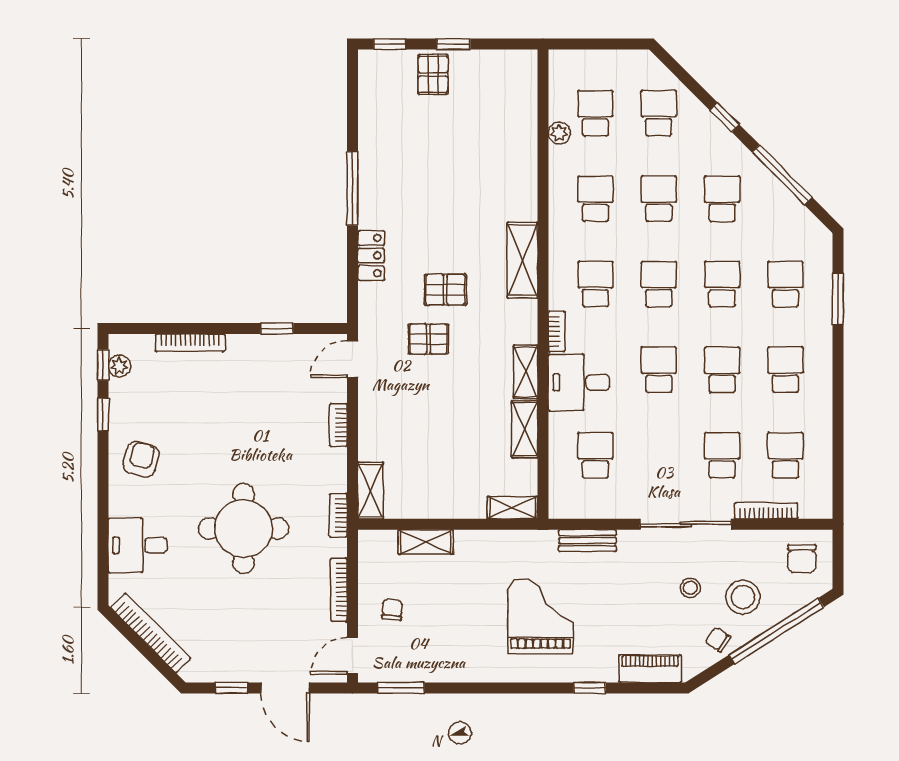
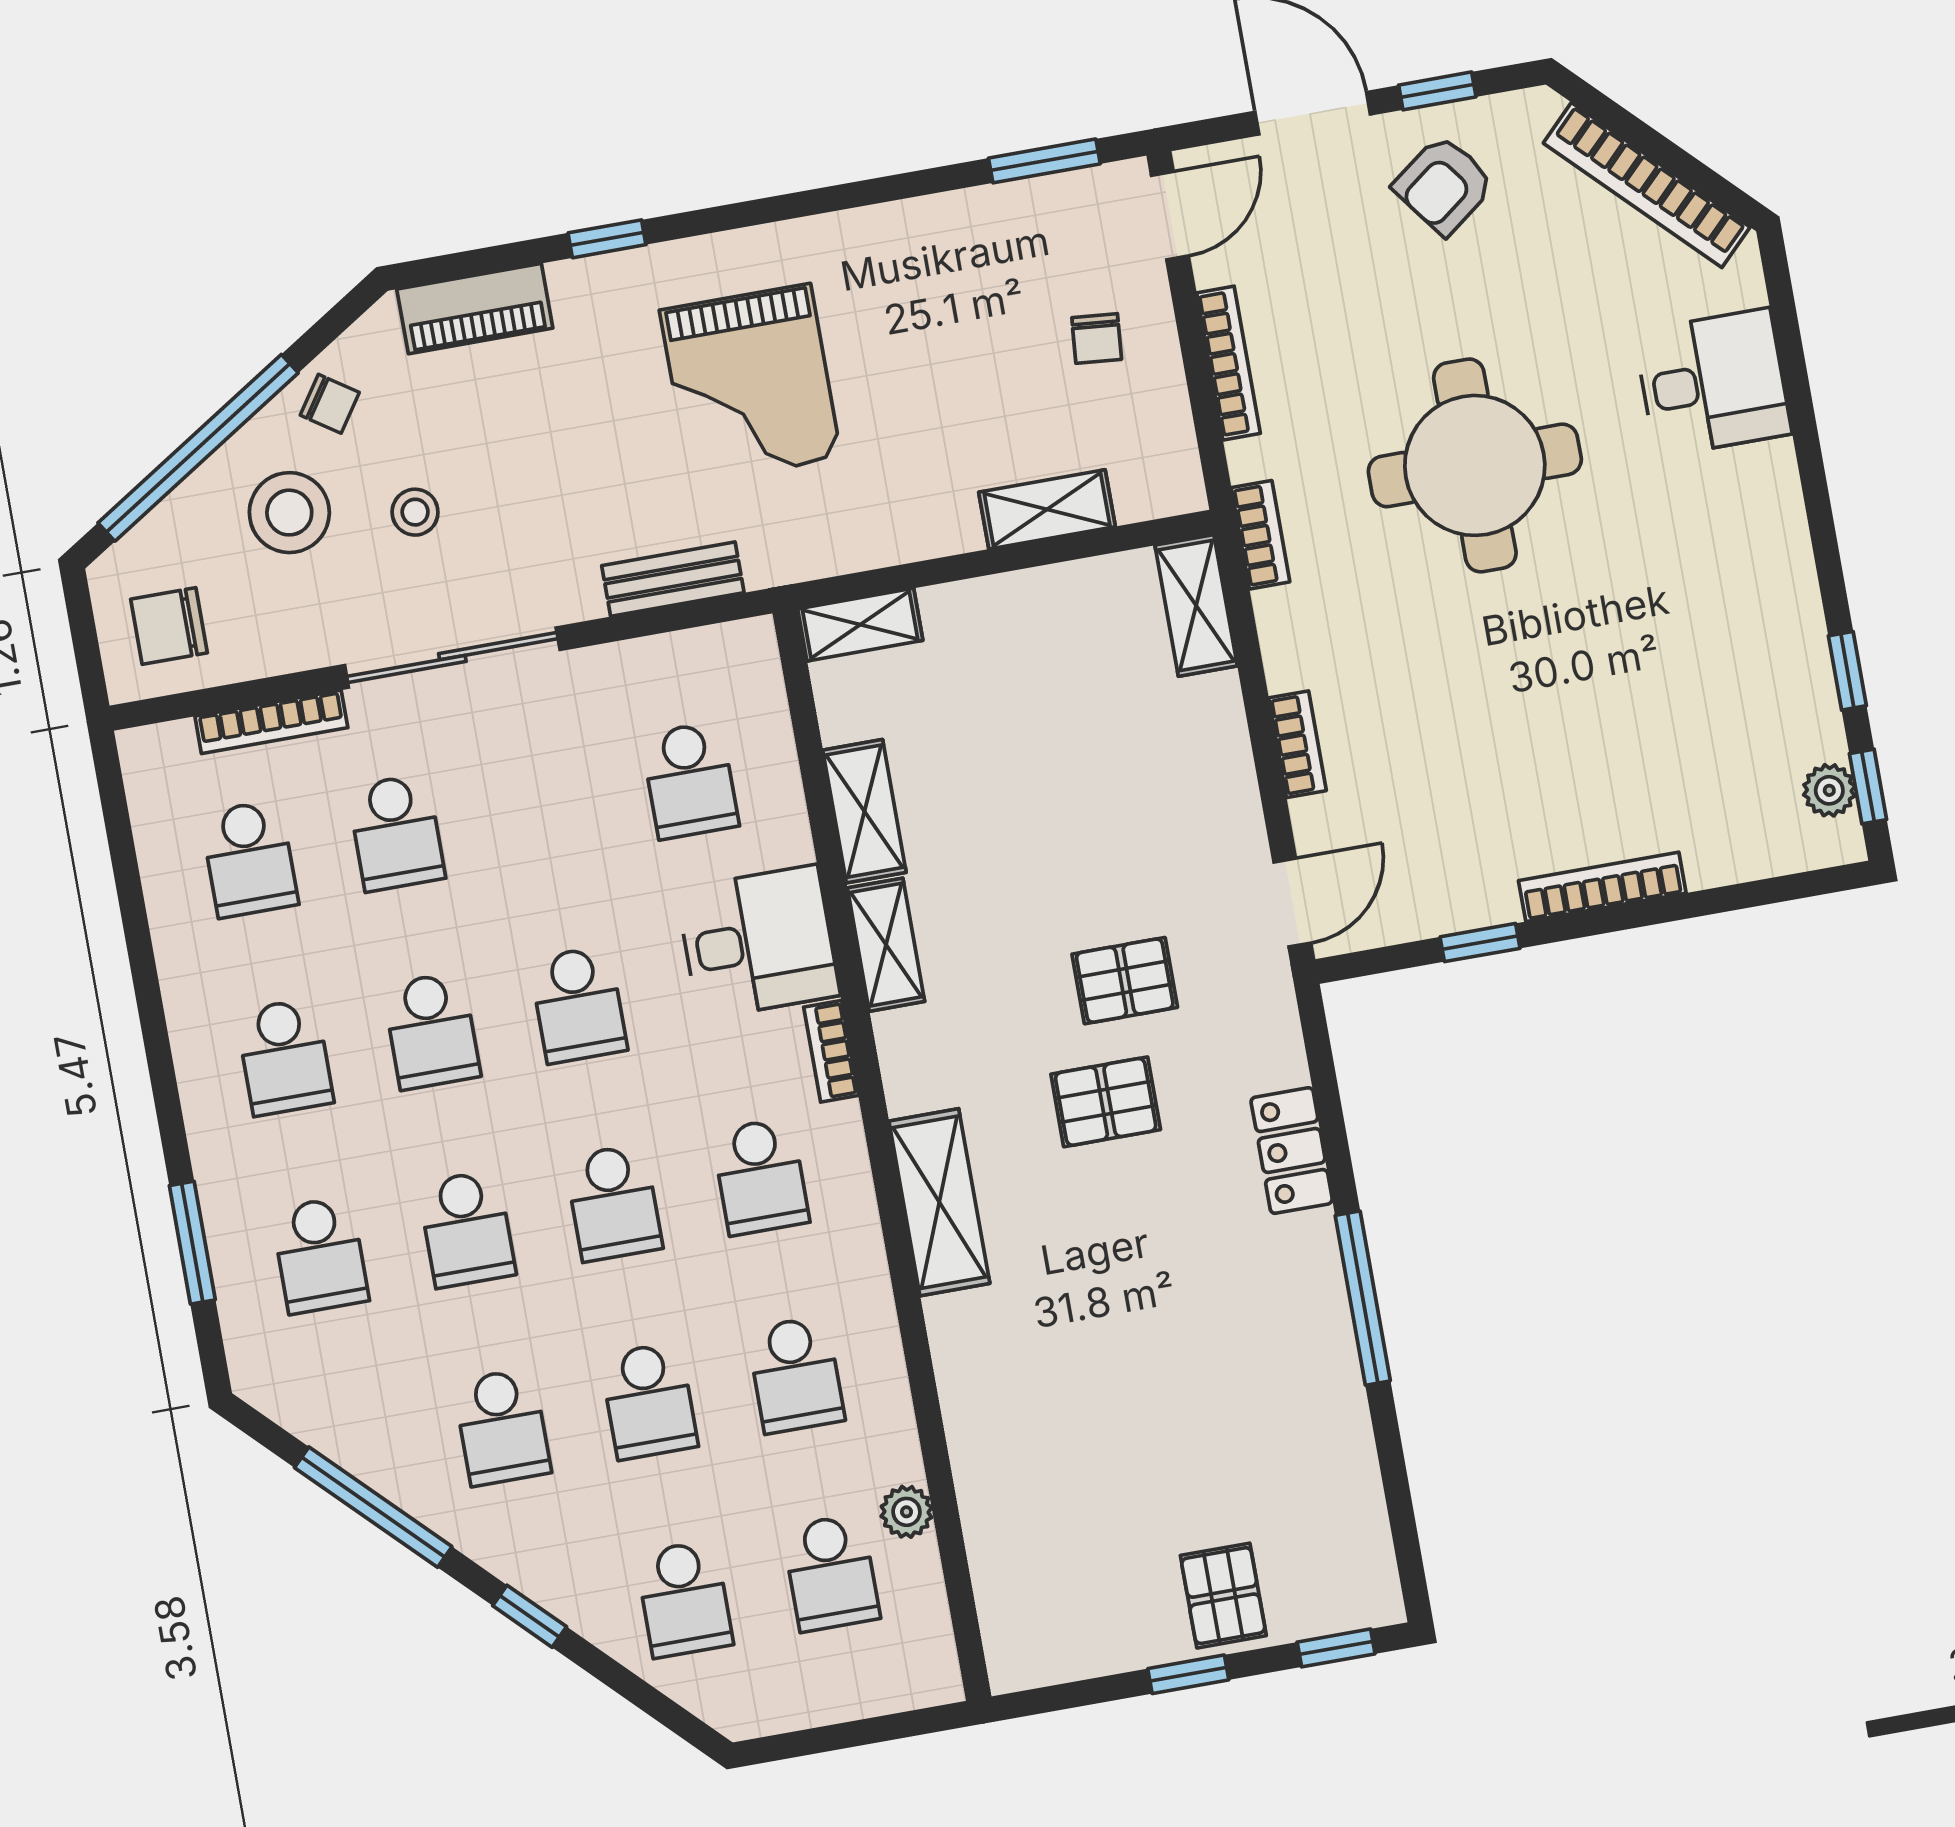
bookcase: (190, 343) -> (1602, 887), moved
armchair: (141, 459) -> (1444, 185), moved, turned 38
chair: (802, 559) -> (169, 626), turned -90

